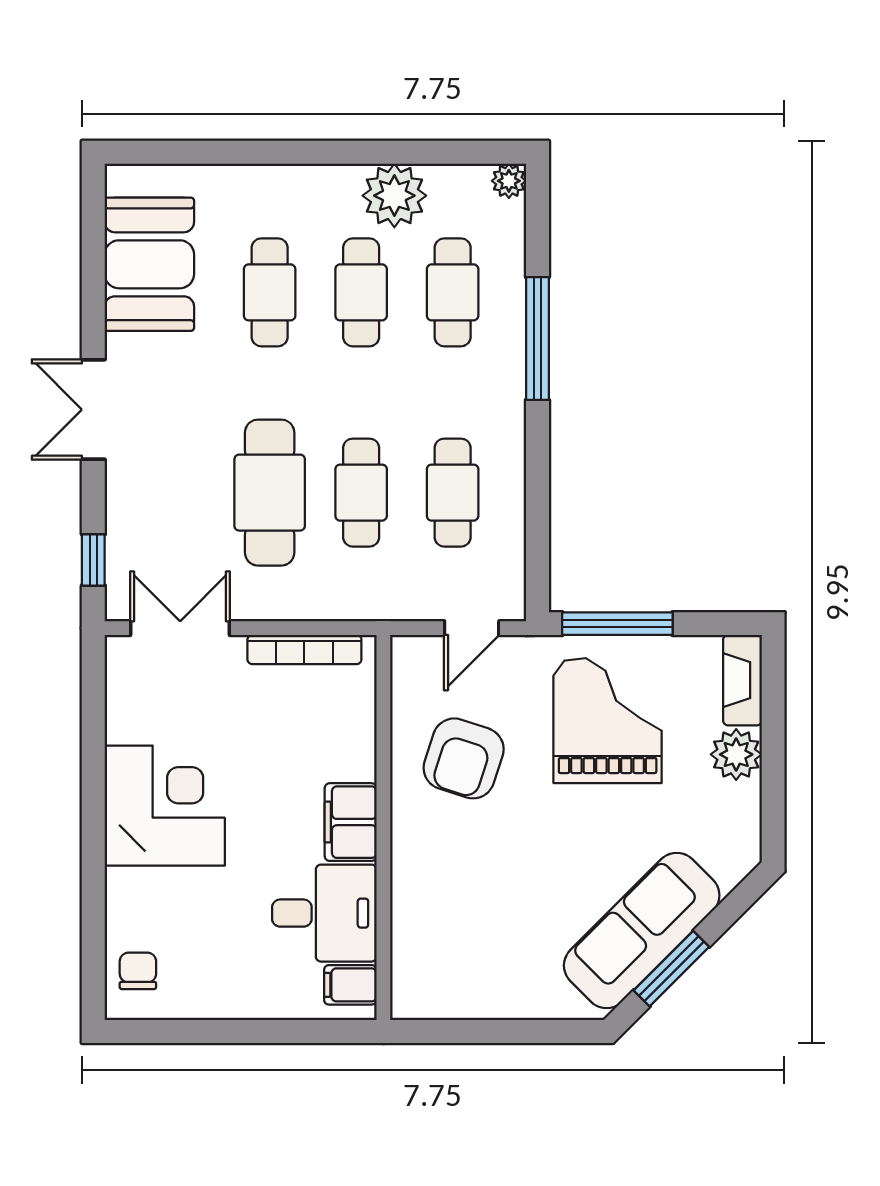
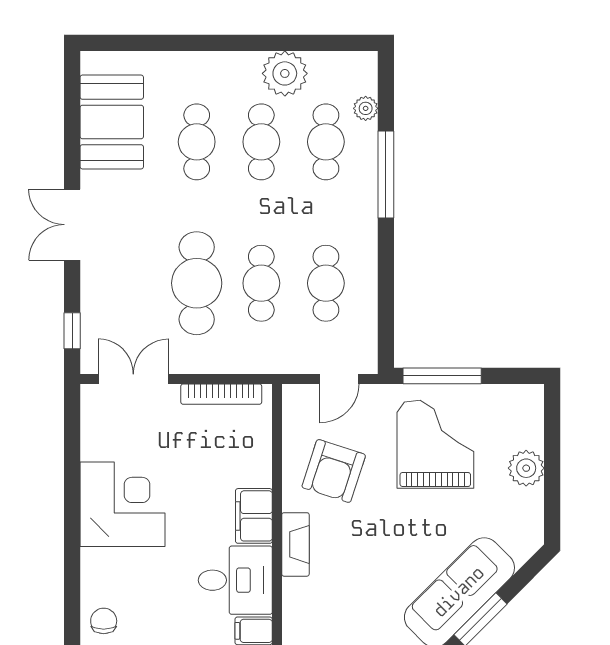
plant: (509, 181) -> (366, 108), moved
fireplace: (742, 680) -> (295, 544), moved, turned 180

